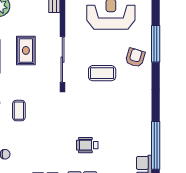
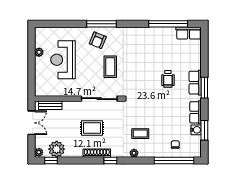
window: (156, 44) -> (102, 24), moved
armchair: (135, 58) -> (98, 40), turned -85

